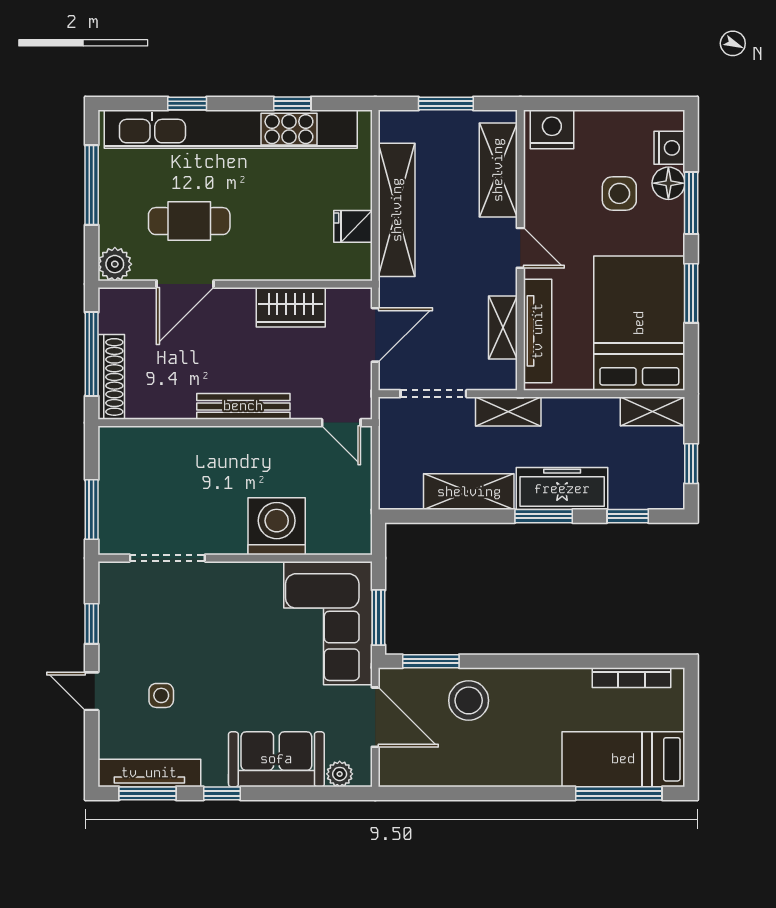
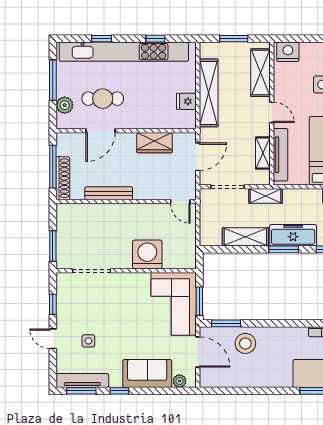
plant: (115, 264) -> (65, 105), moved
bench: (243, 406) -> (109, 193), moved

